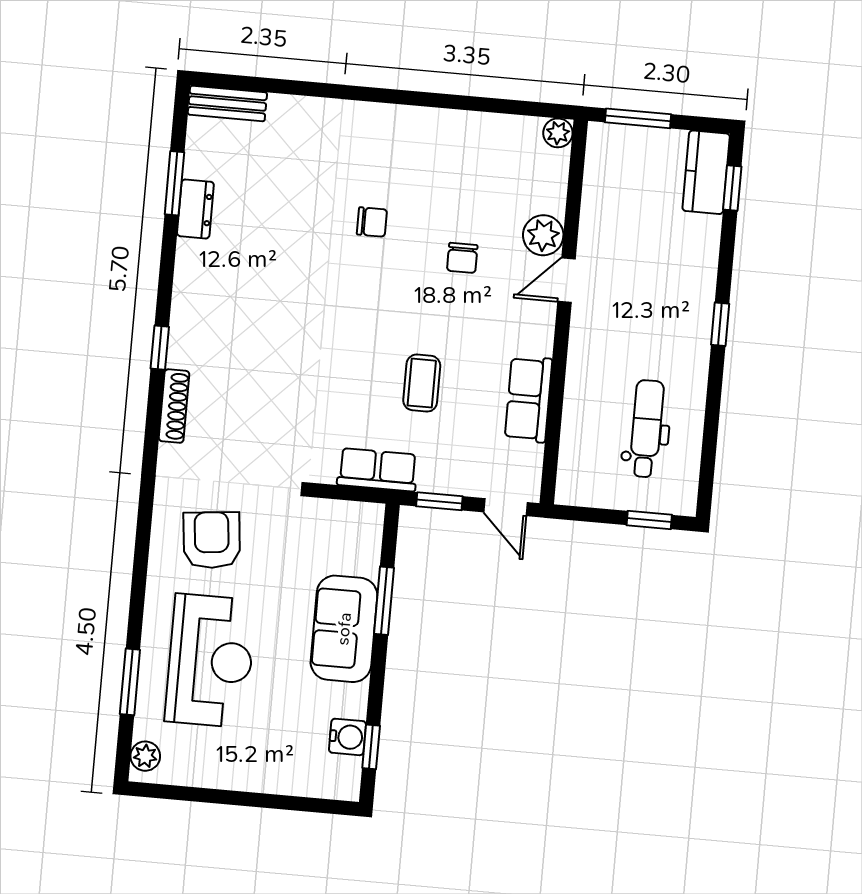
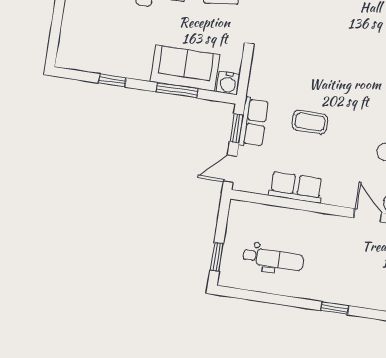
row of seats: (377, 470) -> (253, 122), moved
sofa: (344, 629) -> (185, 68), moved
water cooler: (347, 737) -> (228, 83), moved
window: (371, 747) -> (112, 80), moved

